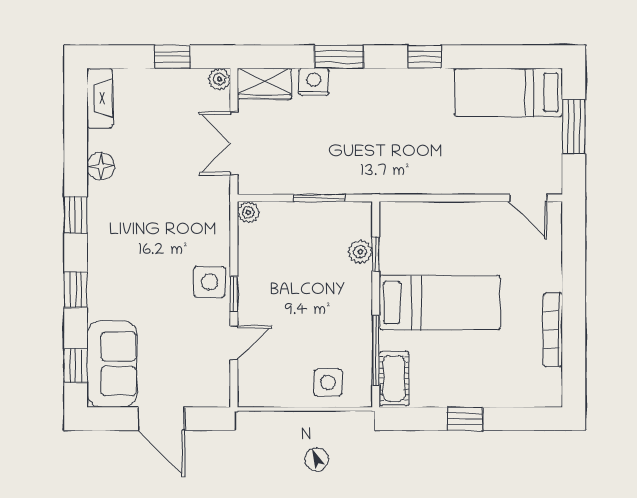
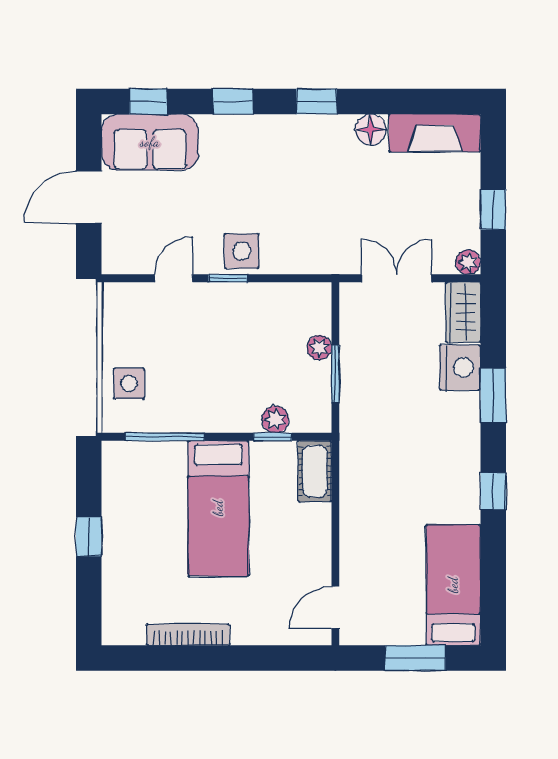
nightstand: (314, 82) -> (460, 368), width x1.36, depth x1.33
fireplace: (100, 98) -> (435, 133), width x1.37, depth x1.32
plant: (248, 212) -> (319, 348), moved
door: (234, 343) -> (174, 278), swing flipped
cot: (394, 378) -> (315, 471), moved, turned 90

